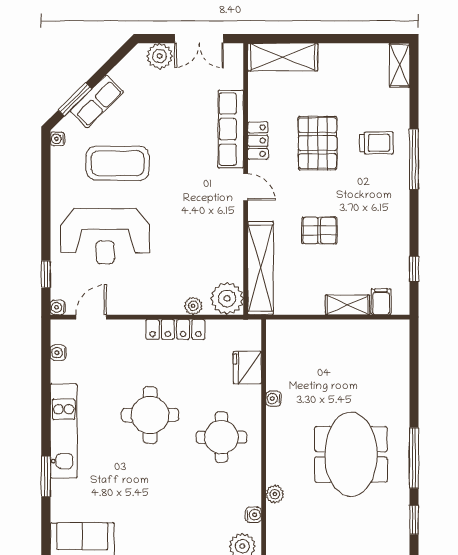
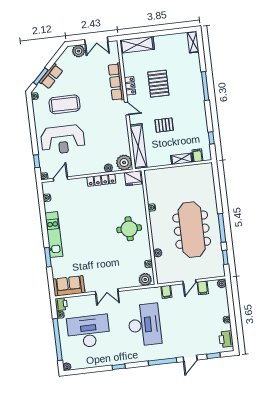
trolley: (376, 143) -> (186, 80), removed
fridge: (247, 368) -> (133, 178), moved, turned -90
round table: (150, 415) -> (94, 222), removed
meeting table: (351, 454) -> (192, 230), width x1.36

